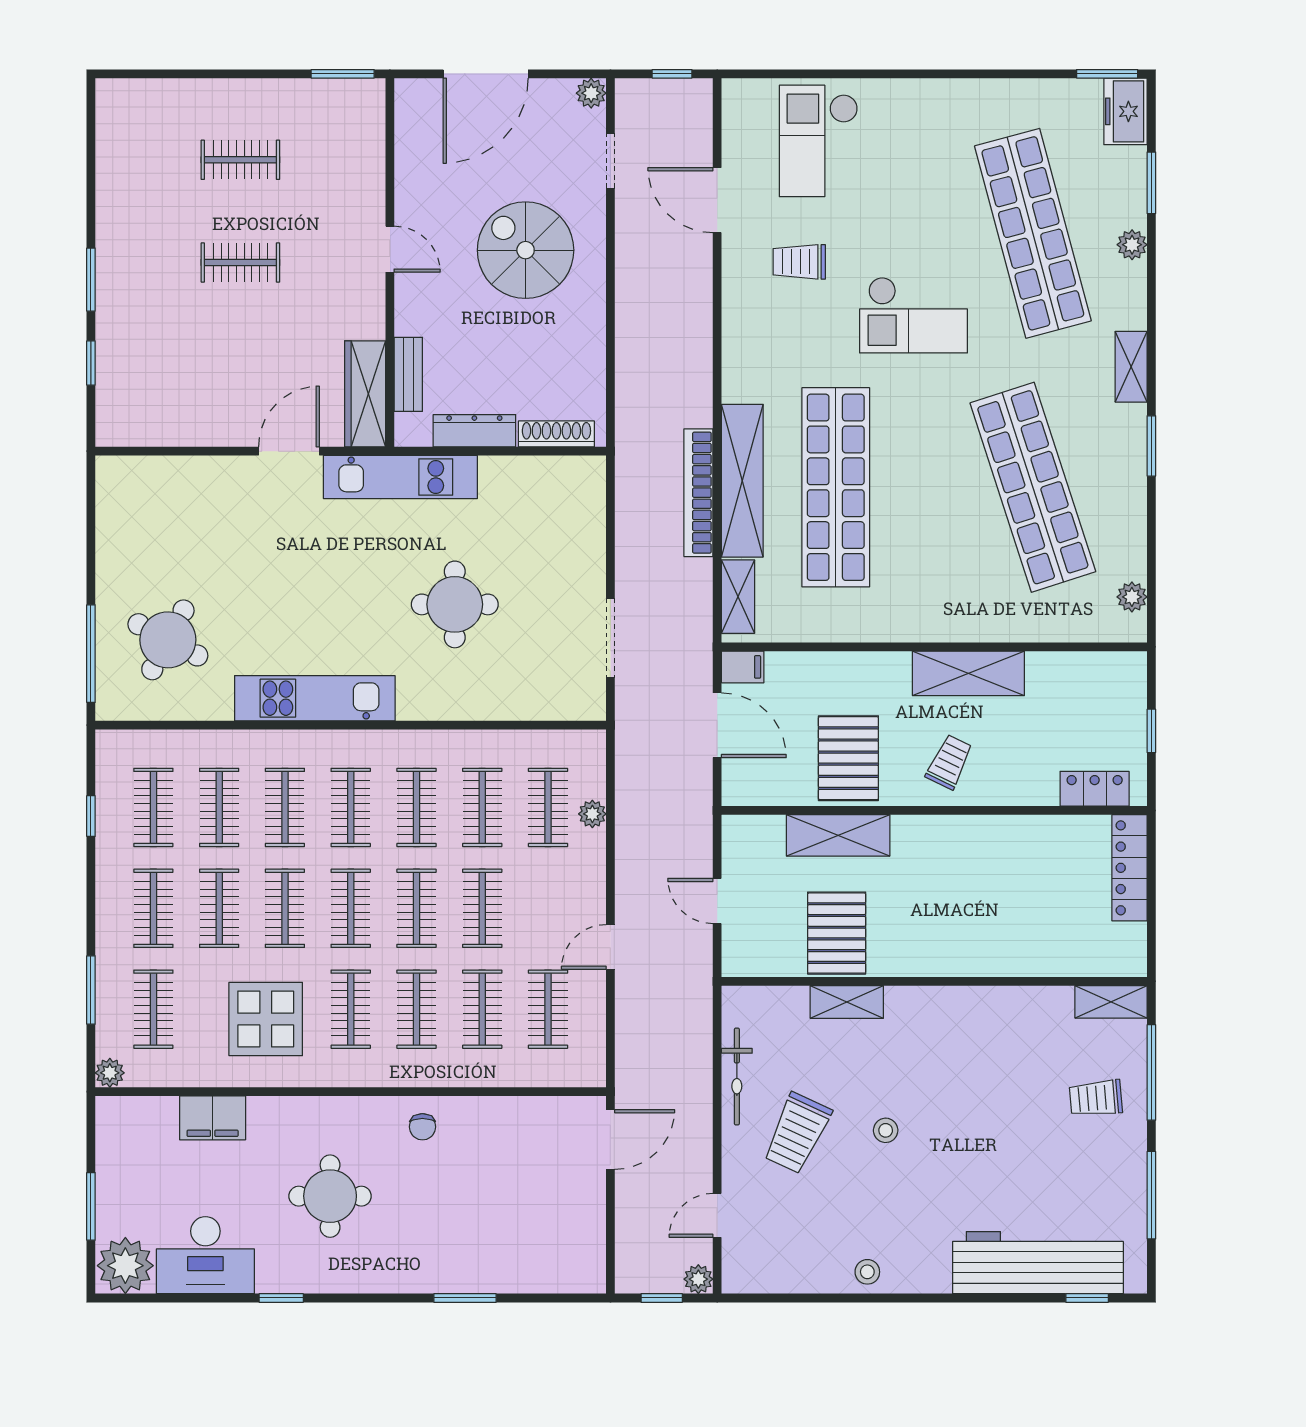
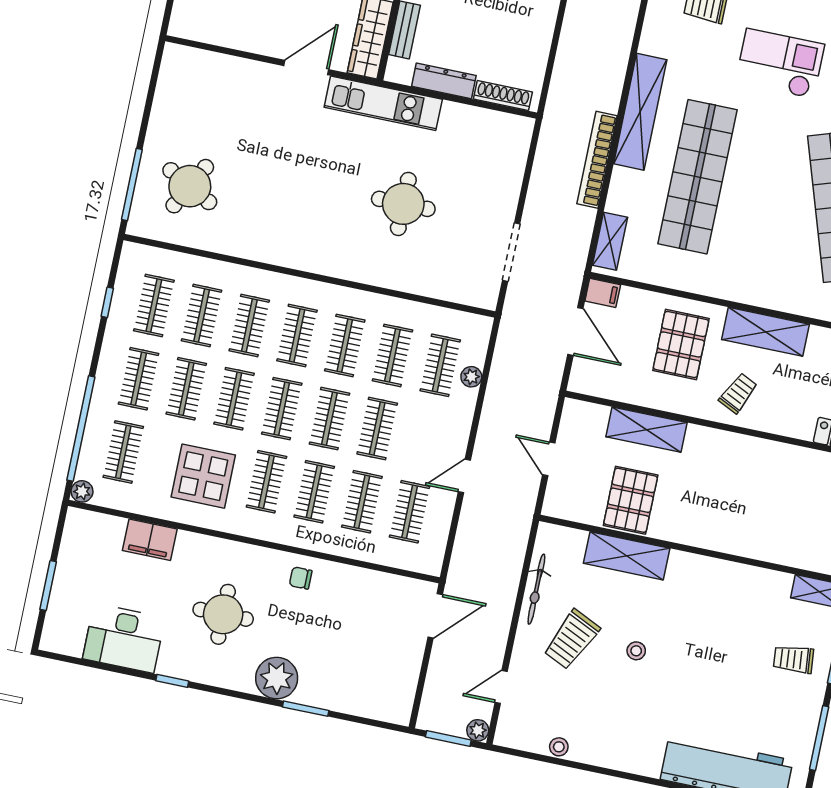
checkout: (913, 315) -> (780, 64), turned 180
shelving: (742, 481) -> (640, 112), moved
kitchen unit: (315, 698) -> (288, 251), removed
pallet: (848, 758) -> (681, 344), moved
window: (91, 990) -> (81, 429), width x2.11
shelving: (847, 1002) -> (627, 556), width x1.50, depth x1.33
chair: (422, 1127) -> (301, 578), turned 90
plant: (125, 1266) -> (277, 678), moved
stool: (867, 1272) -> (559, 747), moved
window: (662, 1298) -> (448, 738), width x1.50

